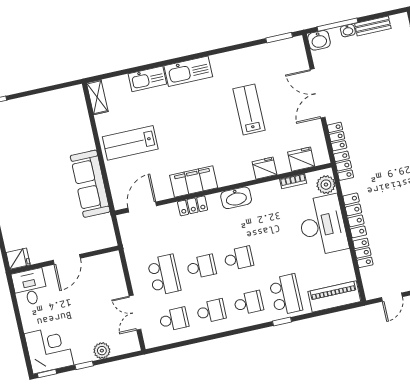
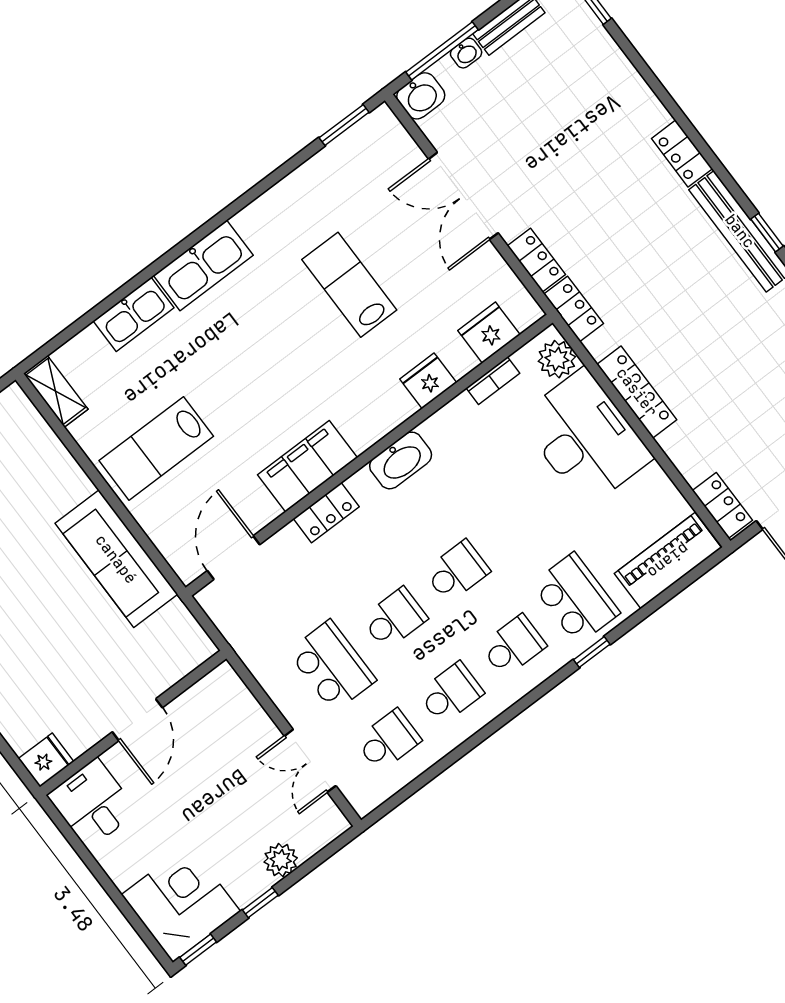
locker: (363, 253) -> (722, 505), moved

